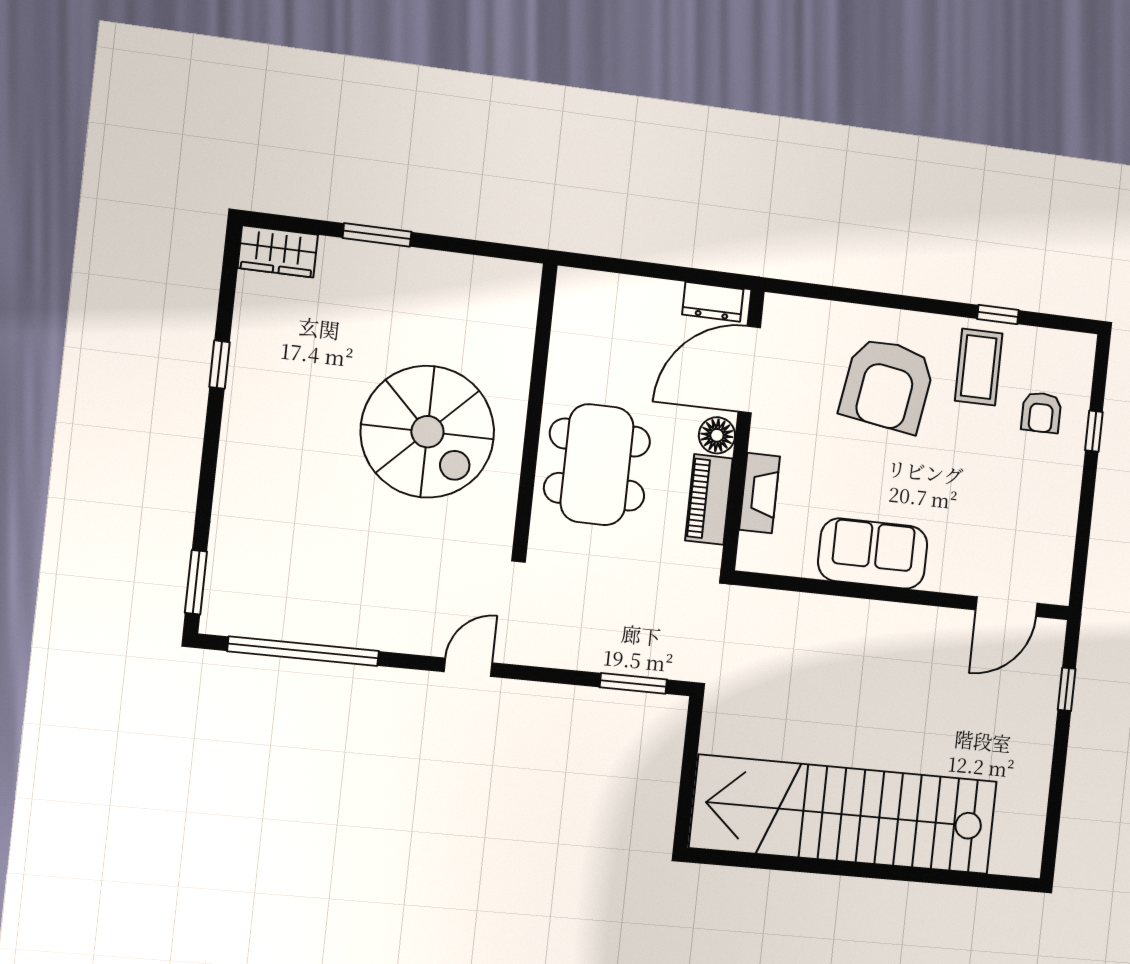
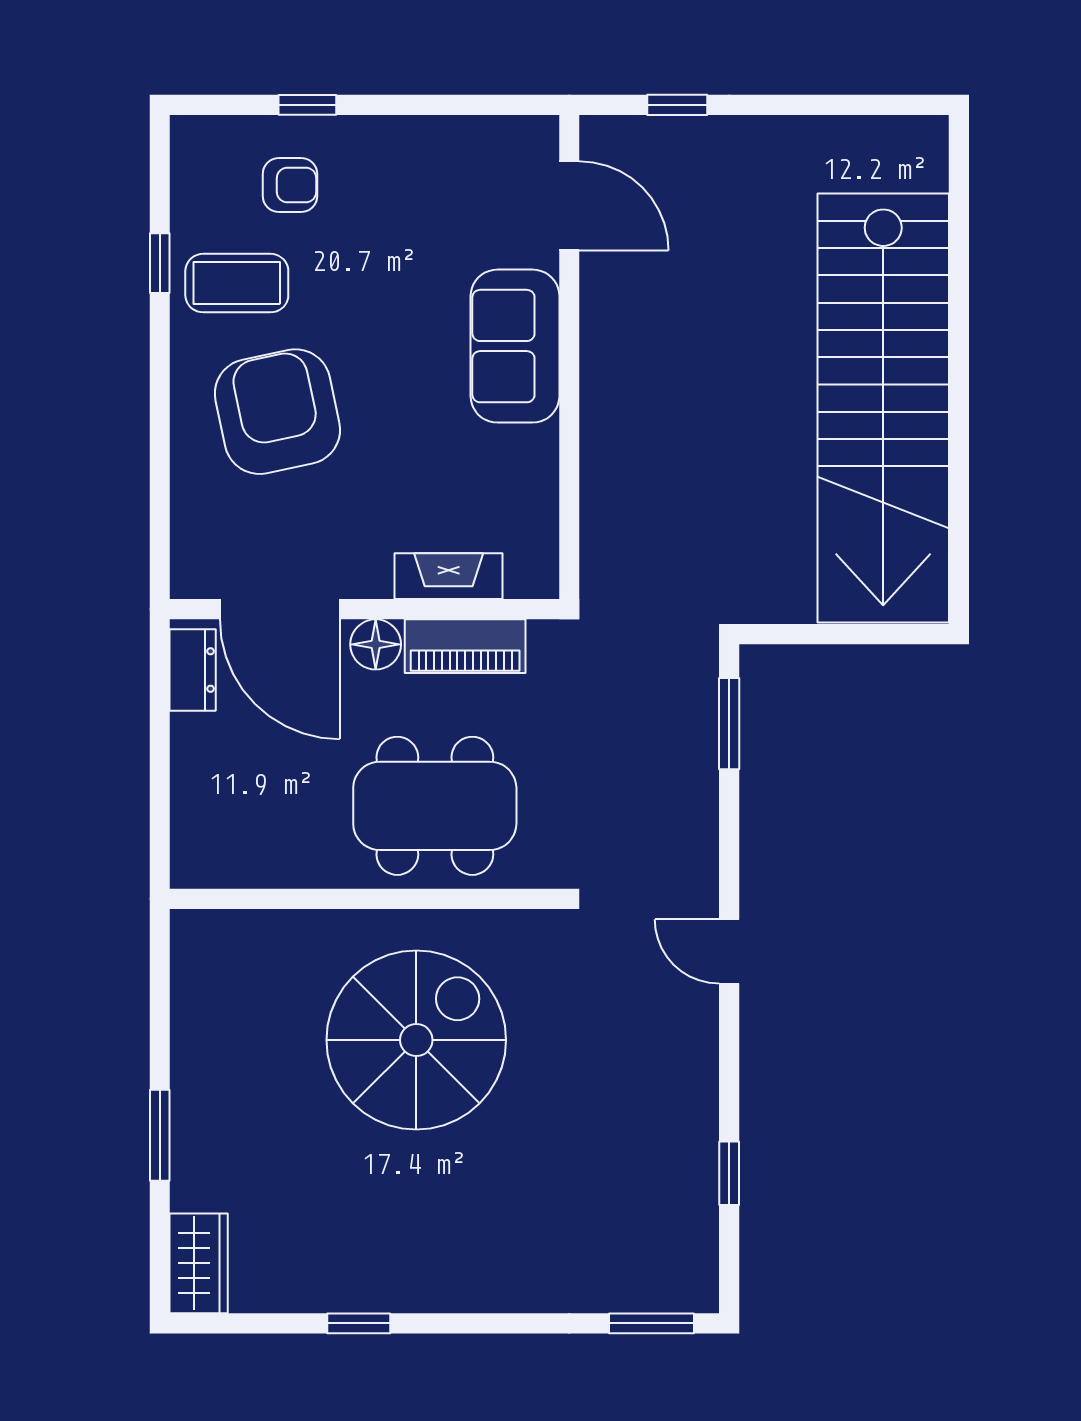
armchair: (887, 385) -> (277, 412), turned -111
sofa: (873, 554) -> (515, 346), moved
window: (303, 651) -> (729, 1173), width x0.32

